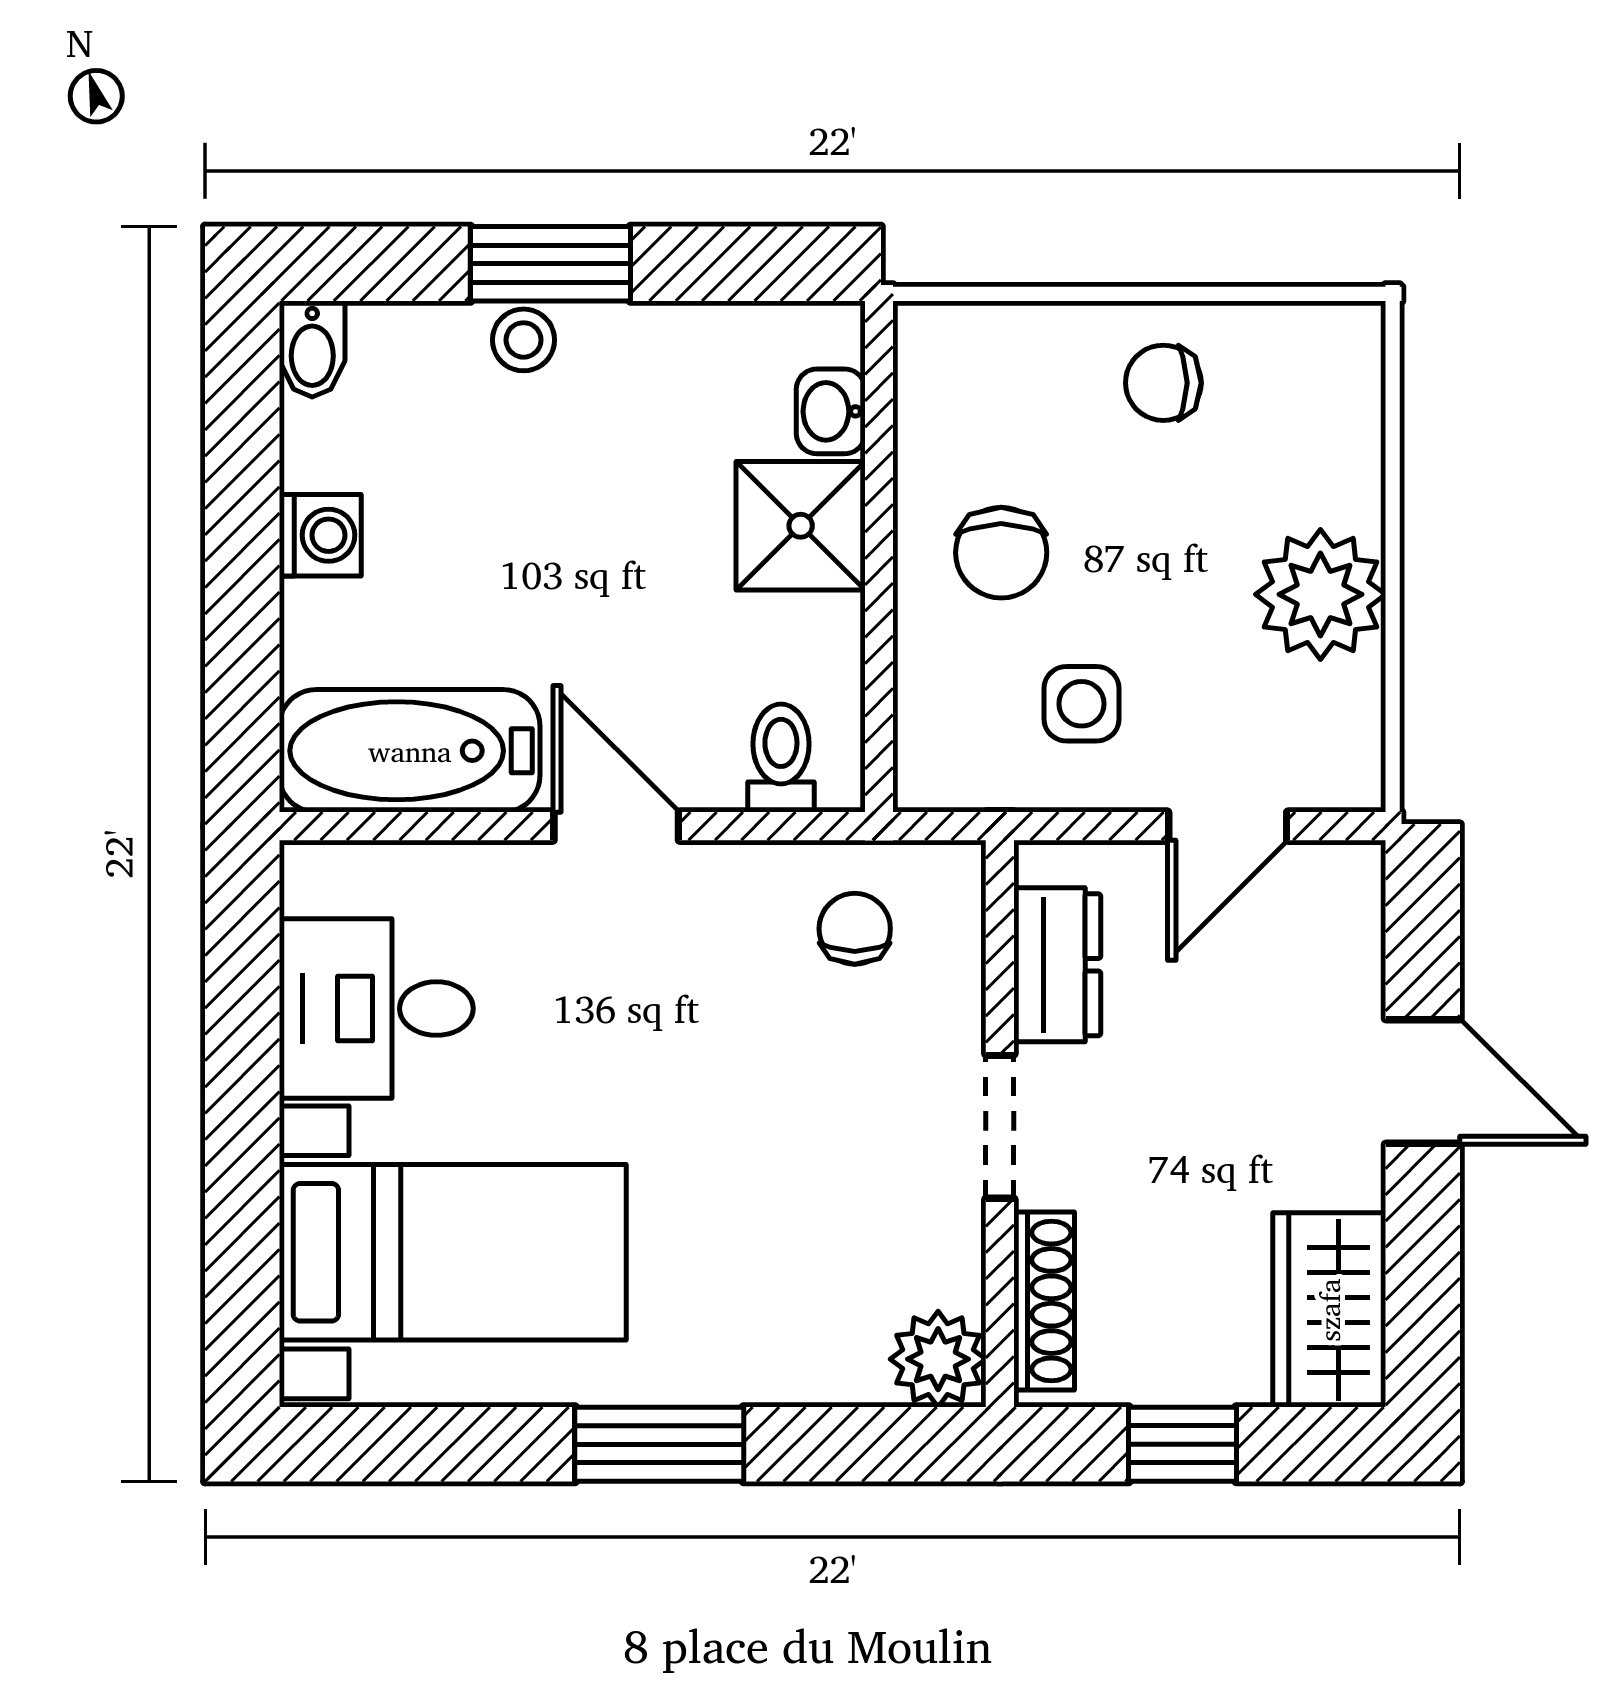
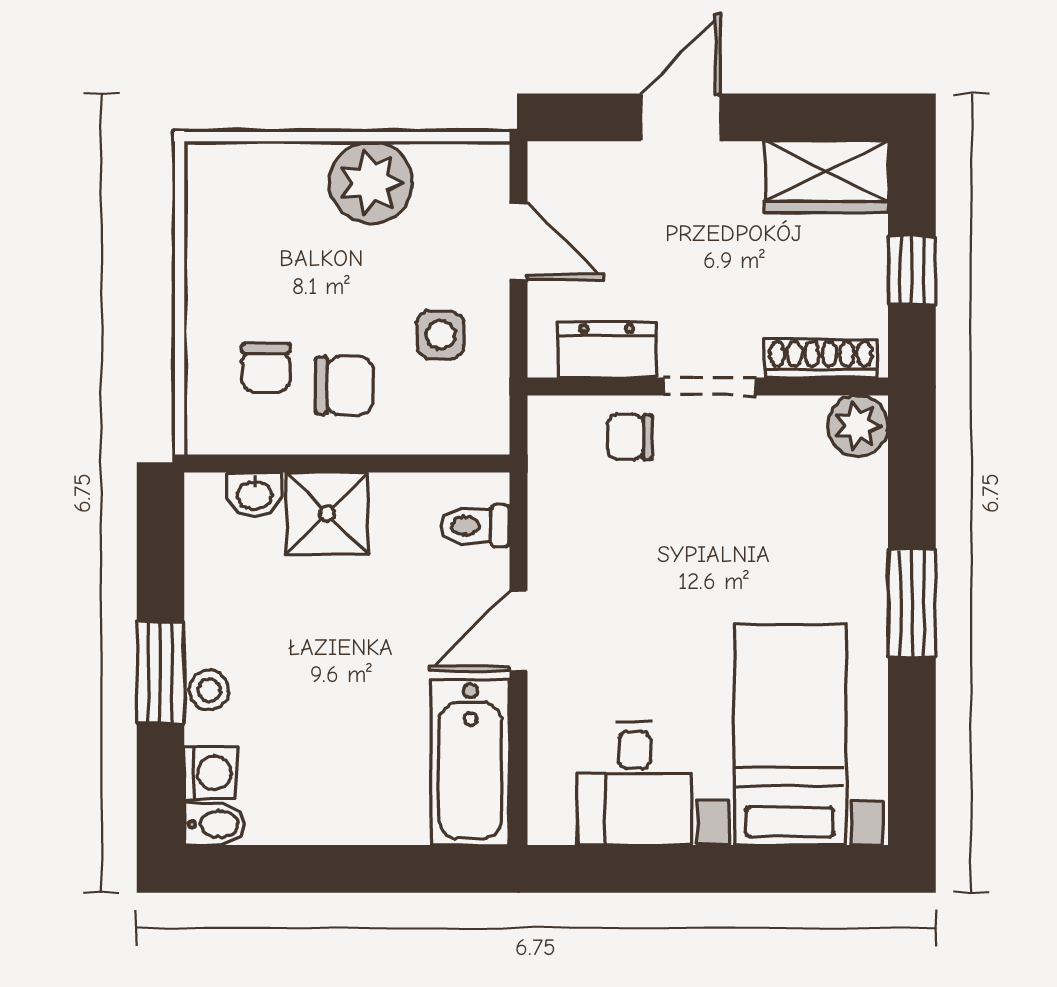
chair: (1163, 383) -> (266, 367), moved
washing machine: (320, 535) -> (210, 773), moved, turned 90
chair: (855, 929) -> (630, 437), moved

